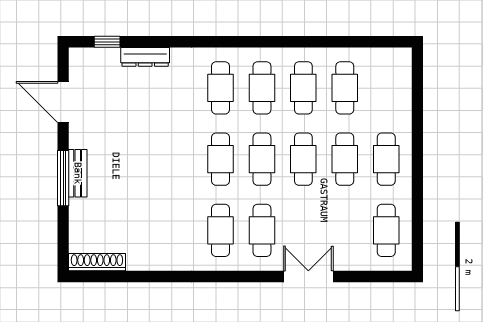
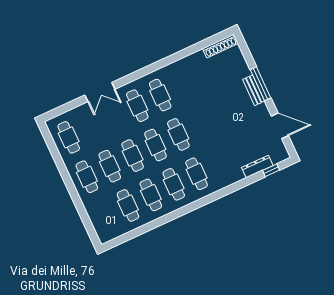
dresser: (145, 57) -> (257, 167), moved

